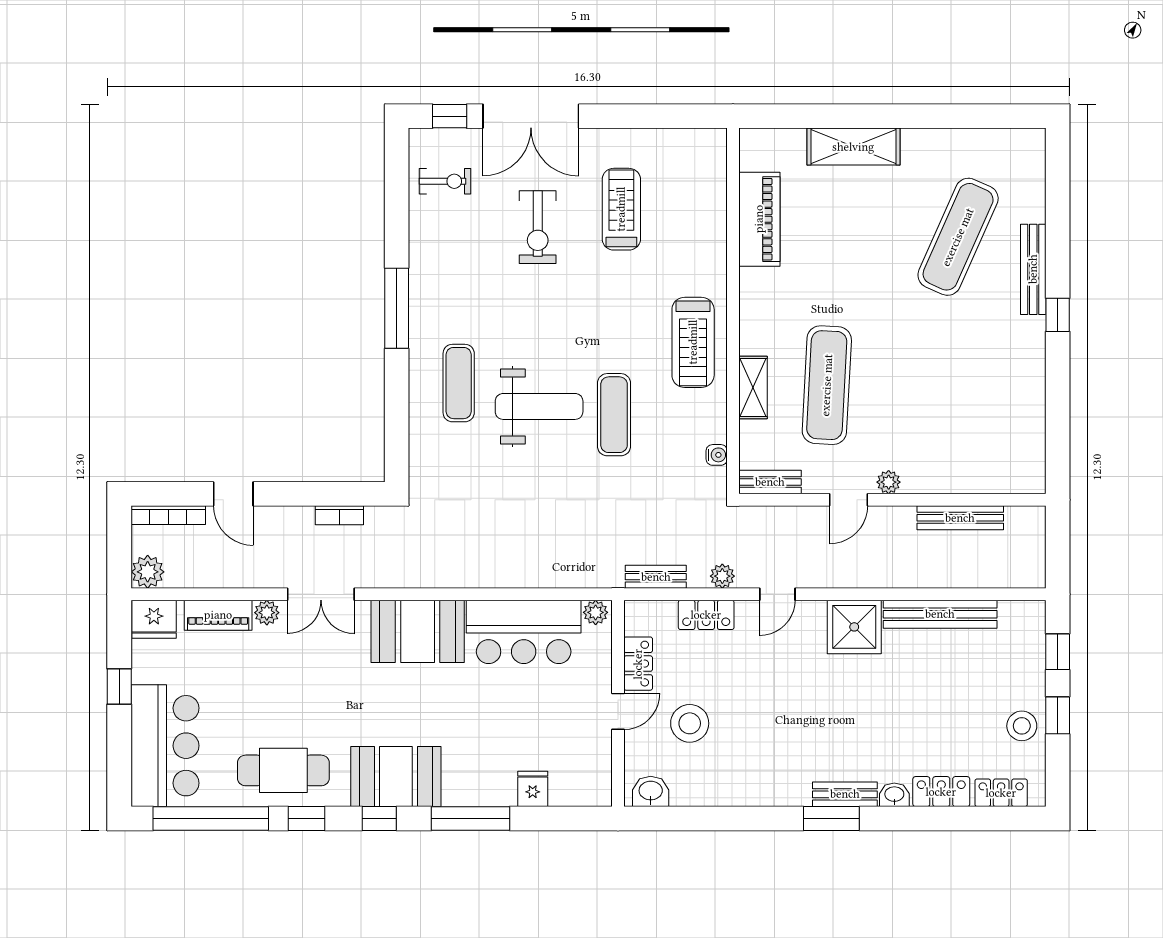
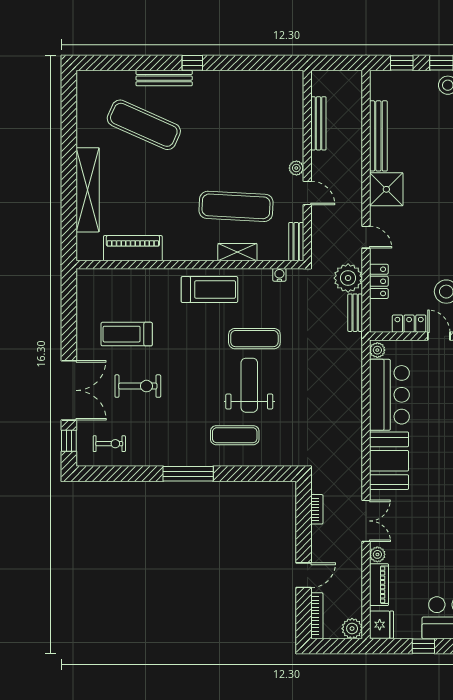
shelving: (853, 147) -> (88, 190), width x1.47
exercise bike: (445, 181) -> (109, 444), turned 90
plant: (722, 576) -> (348, 278), width x1.87, depth x1.87

